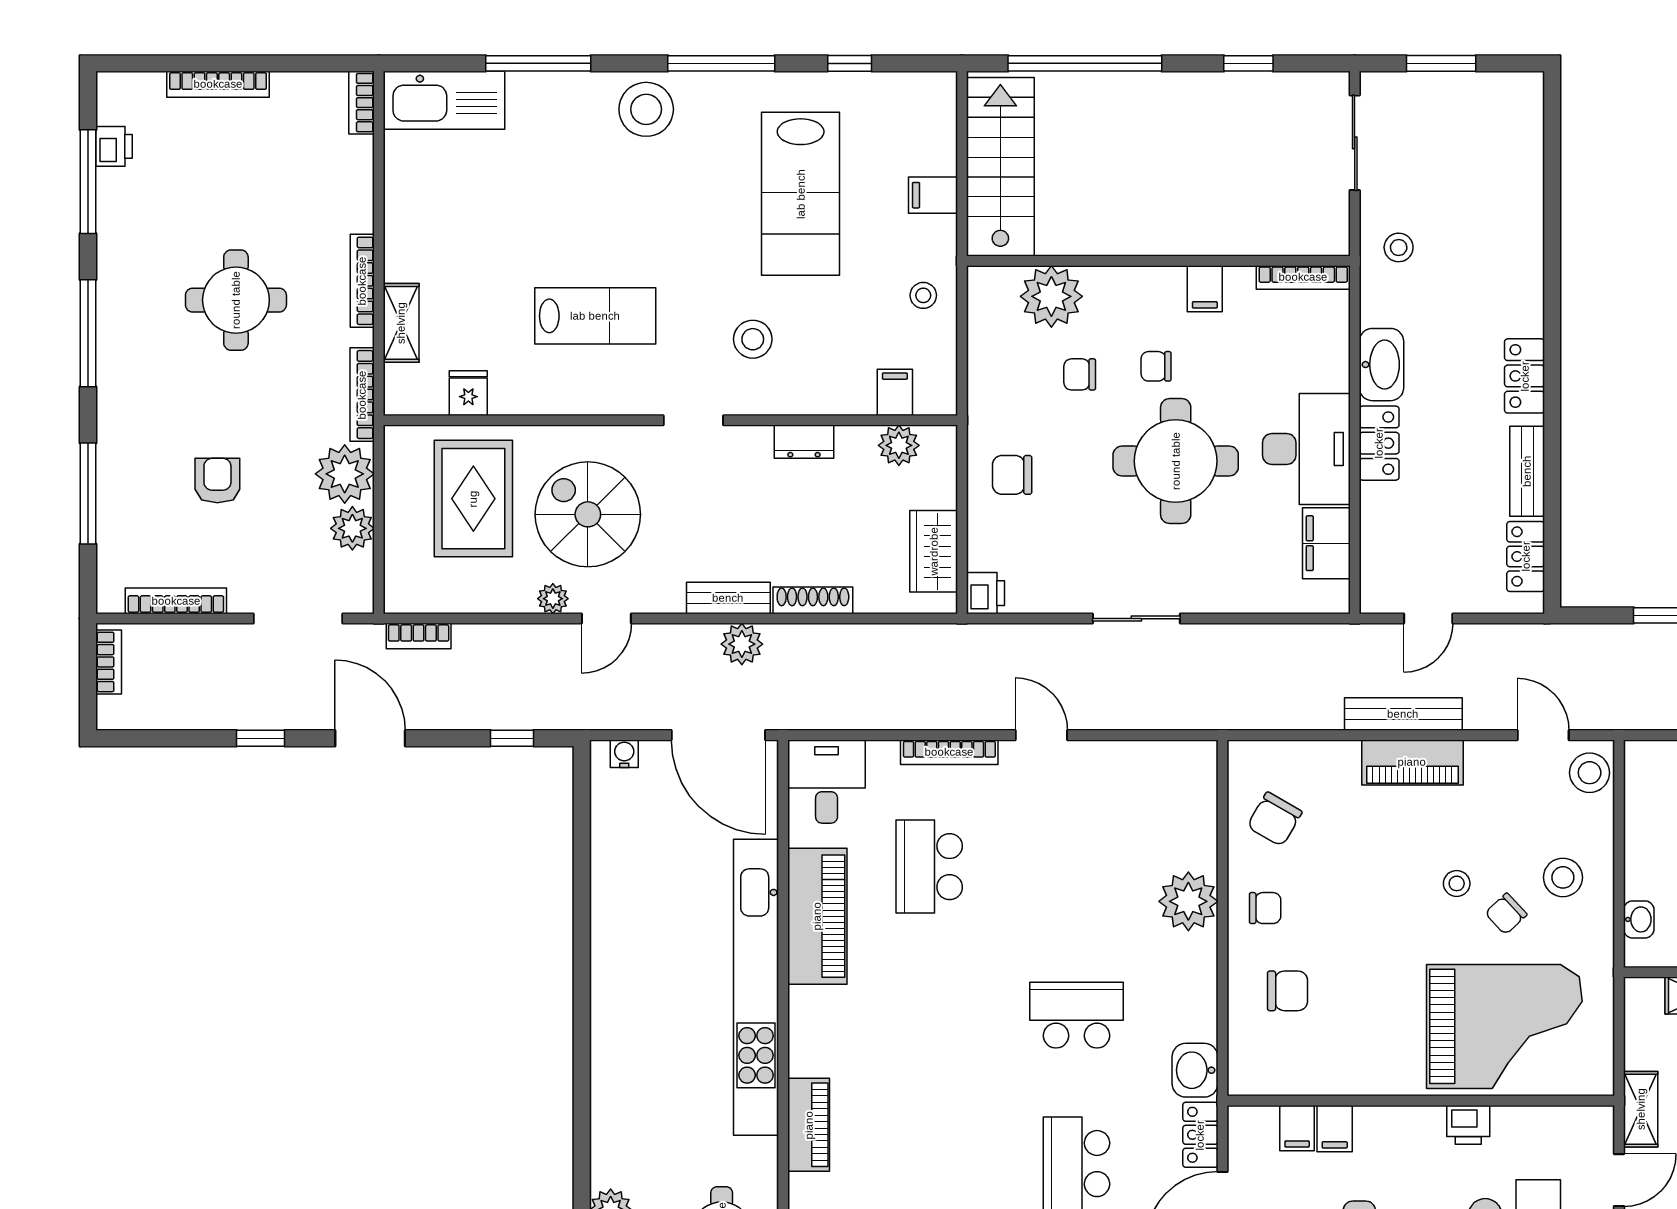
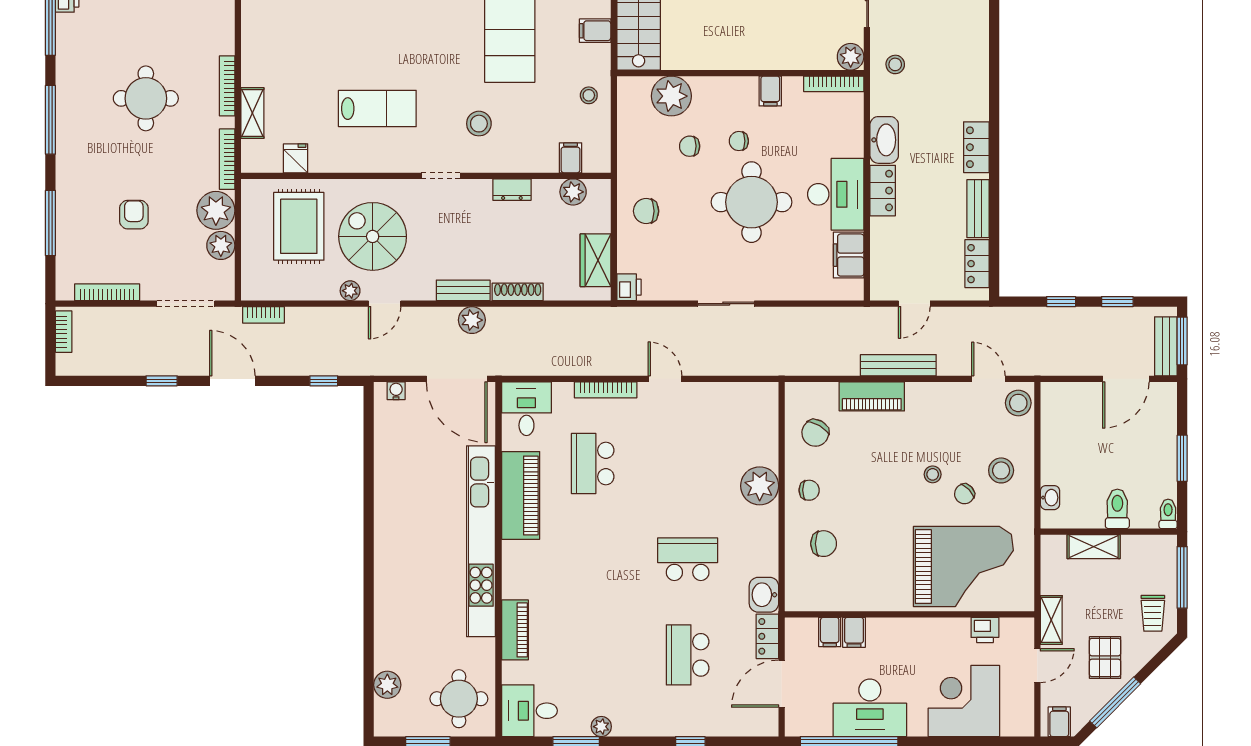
plant: (1329, 236) -> (851, 57), added
piano: (1412, 762) -> (872, 396), moved
printer: (1468, 1125) -> (985, 630), moved

